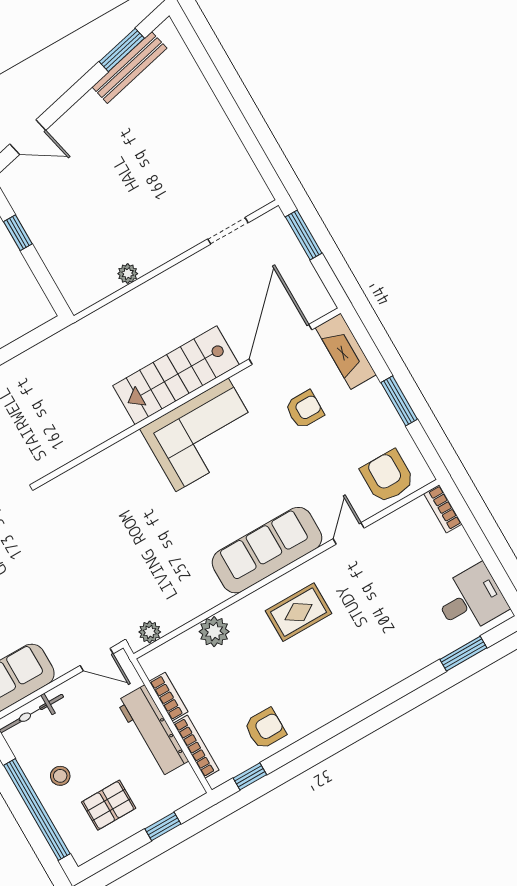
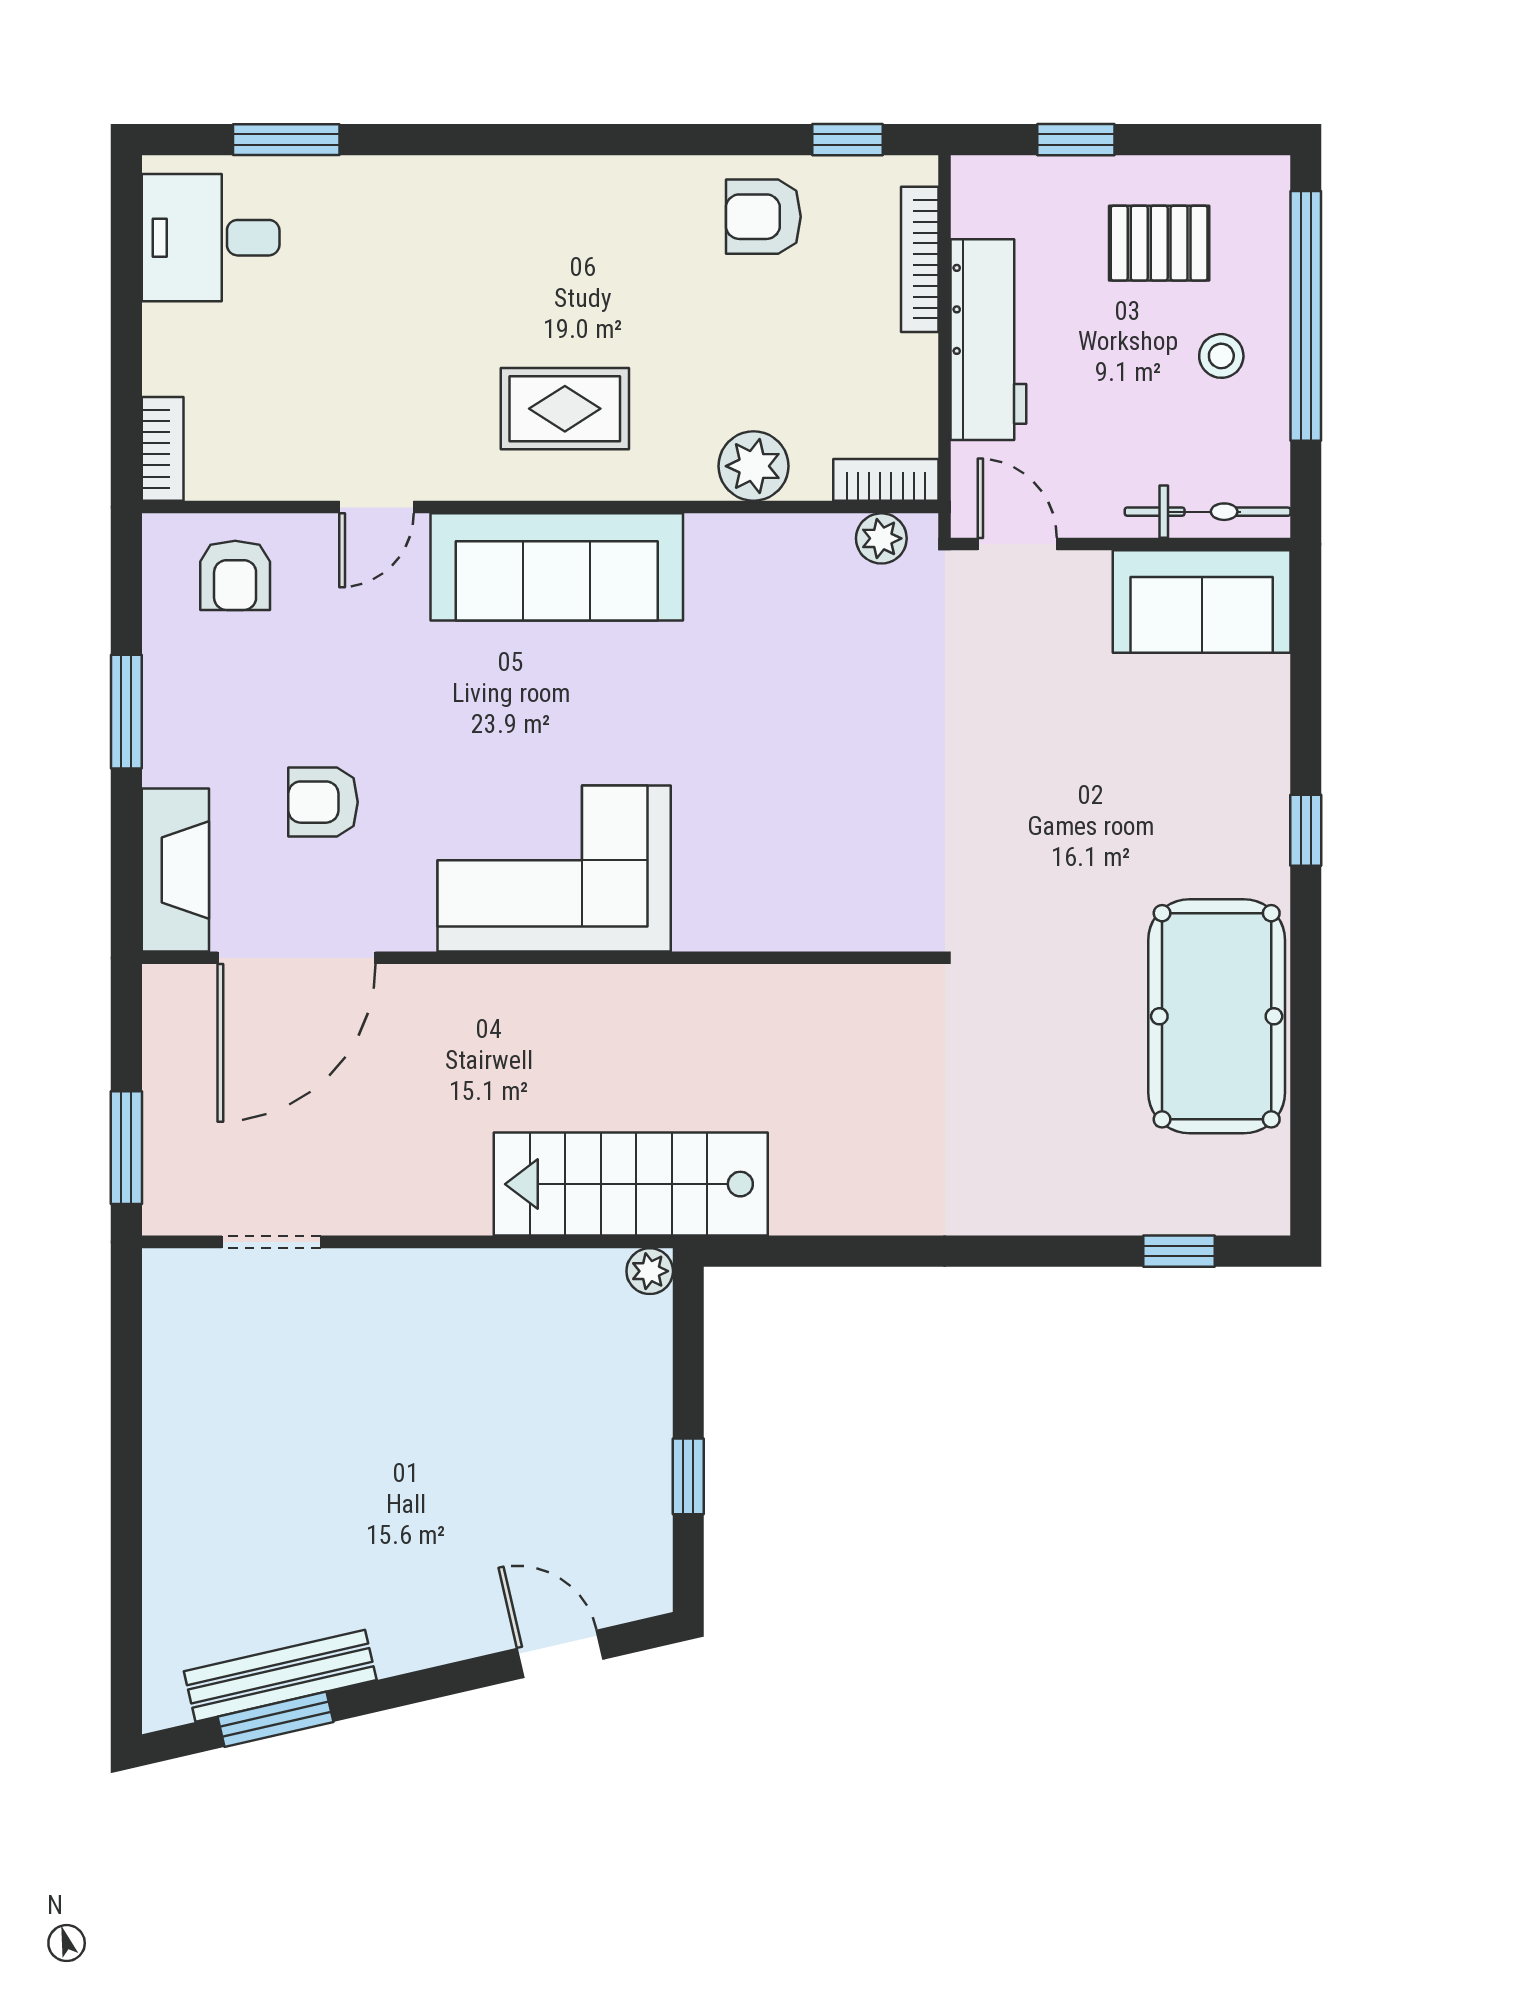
plant: (128, 274) -> (650, 1271), moved
stairs: (176, 375) -> (631, 1184), moved, turned 180
armchair: (388, 477) -> (235, 575), width x0.72, depth x0.72
bookcase: (169, 697) -> (886, 480), moved, turned 90

